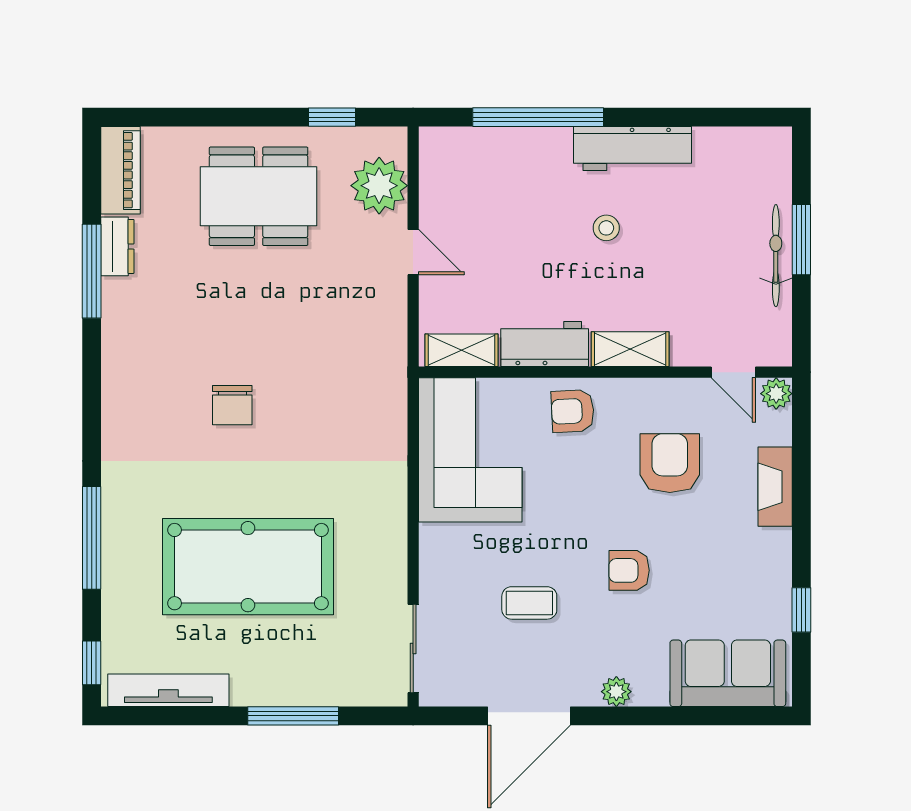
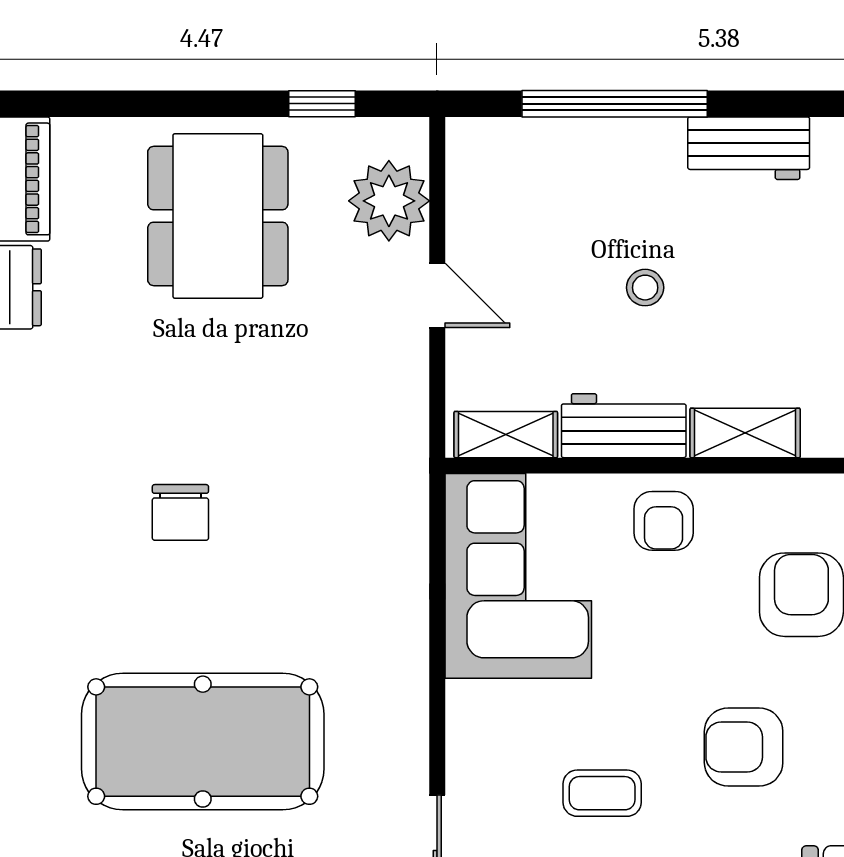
workbench: (633, 148) -> (749, 148), width x0.73
dining table: (259, 196) -> (218, 216), turned 90
stool: (606, 228) -> (645, 288), moved
armchair: (573, 411) -> (664, 521), turned -87
armchair: (629, 570) -> (744, 747), width x1.38, depth x1.38

